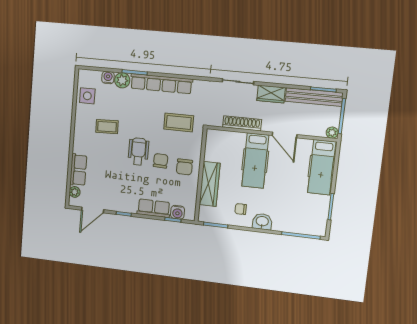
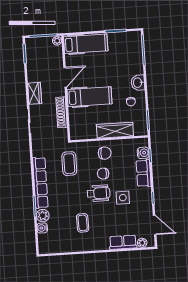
side table: (87, 96) -> (123, 198), moved
bench: (314, 97) -> (32, 60), removed
wheelchair: (138, 151) -> (99, 193), turned 180

